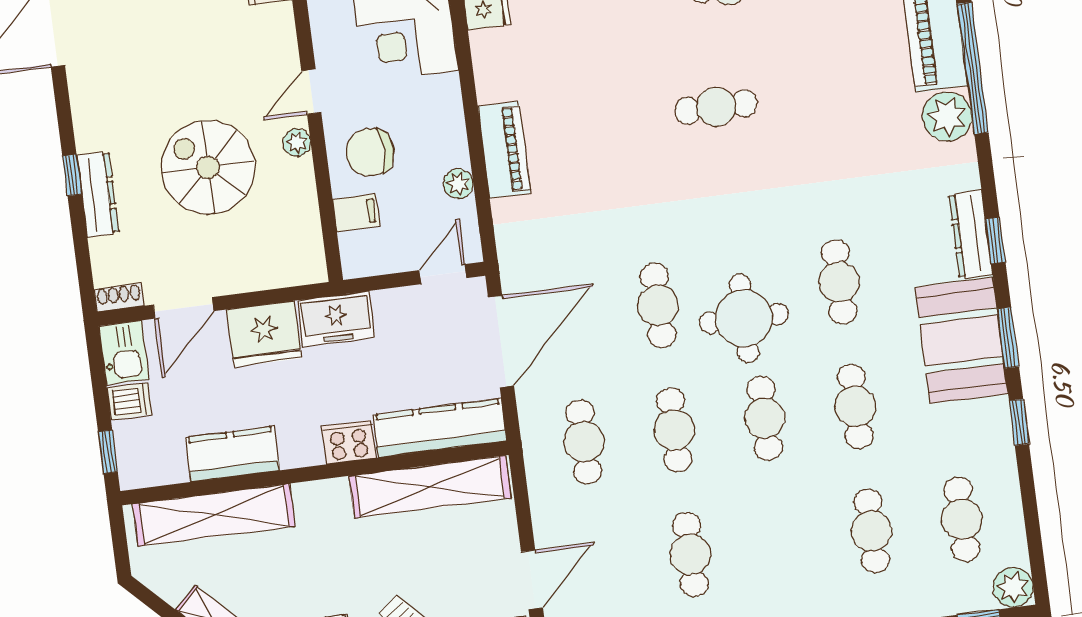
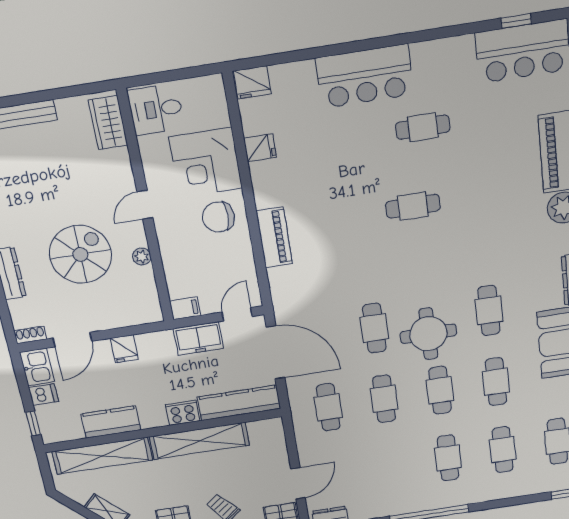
plant: (297, 143) -> (142, 257), moved
chair: (370, 152) -> (218, 217), moved
spiral stairs: (208, 167) -> (80, 254), turned 90
plant: (458, 184) -> (245, 259), removed
filing cabinet: (356, 213) -> (185, 308), moved
freezer: (336, 319) -> (198, 338), moved
fridge: (264, 334) -> (124, 349), width x0.53, depth x0.75
door: (501, 342) -> (275, 352), hinge flipped
shelving: (430, 487) -> (199, 441), moved
cafe table: (690, 554) -> (448, 458), moved

